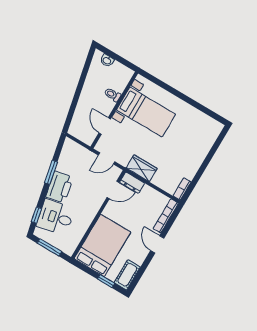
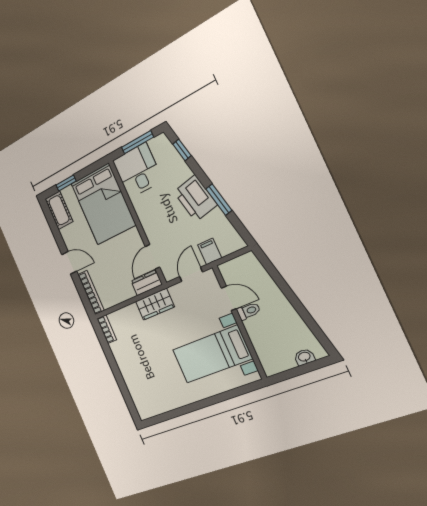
toilet: (113, 95) -> (249, 311), moved
filing cabinet: (85, 157) -> (210, 251), added
desk: (56, 217) -> (138, 171), moved, turned -78

